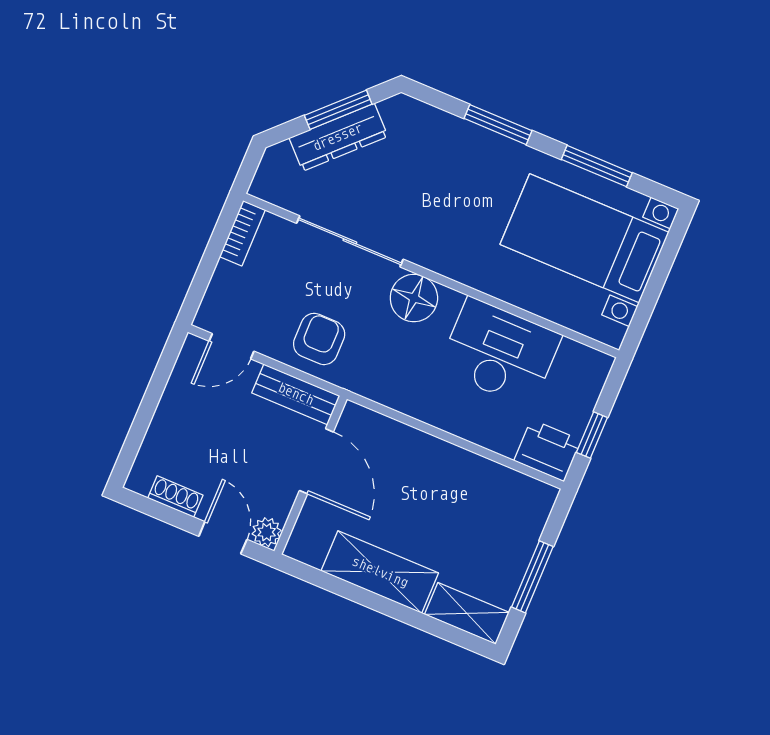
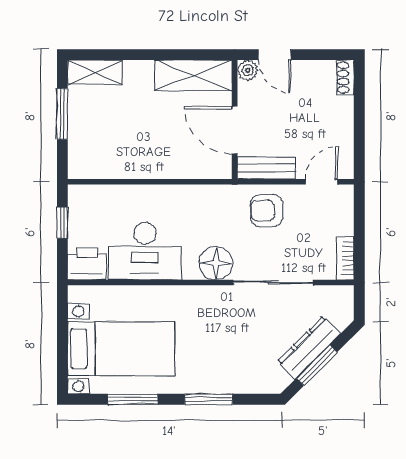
armchair: (319, 339) -> (266, 211), turned 90
printer: (548, 450) -> (87, 264), moved, turned 180
shoe rack: (175, 497) -> (345, 78), moved, turned 90
shelving: (380, 572) -> (193, 75), moved

